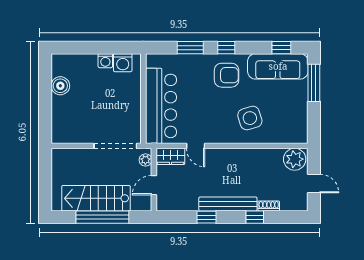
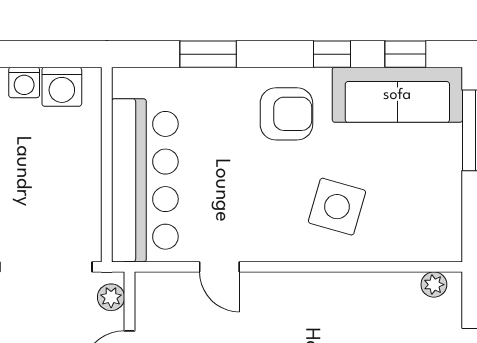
window: (226, 48) -> (332, 54), moved
side table: (250, 118) -> (337, 207), turned 33
wardrobe: (170, 156) -> (165, 290), removed
plant: (295, 159) -> (434, 285), width x0.53, depth x0.53

